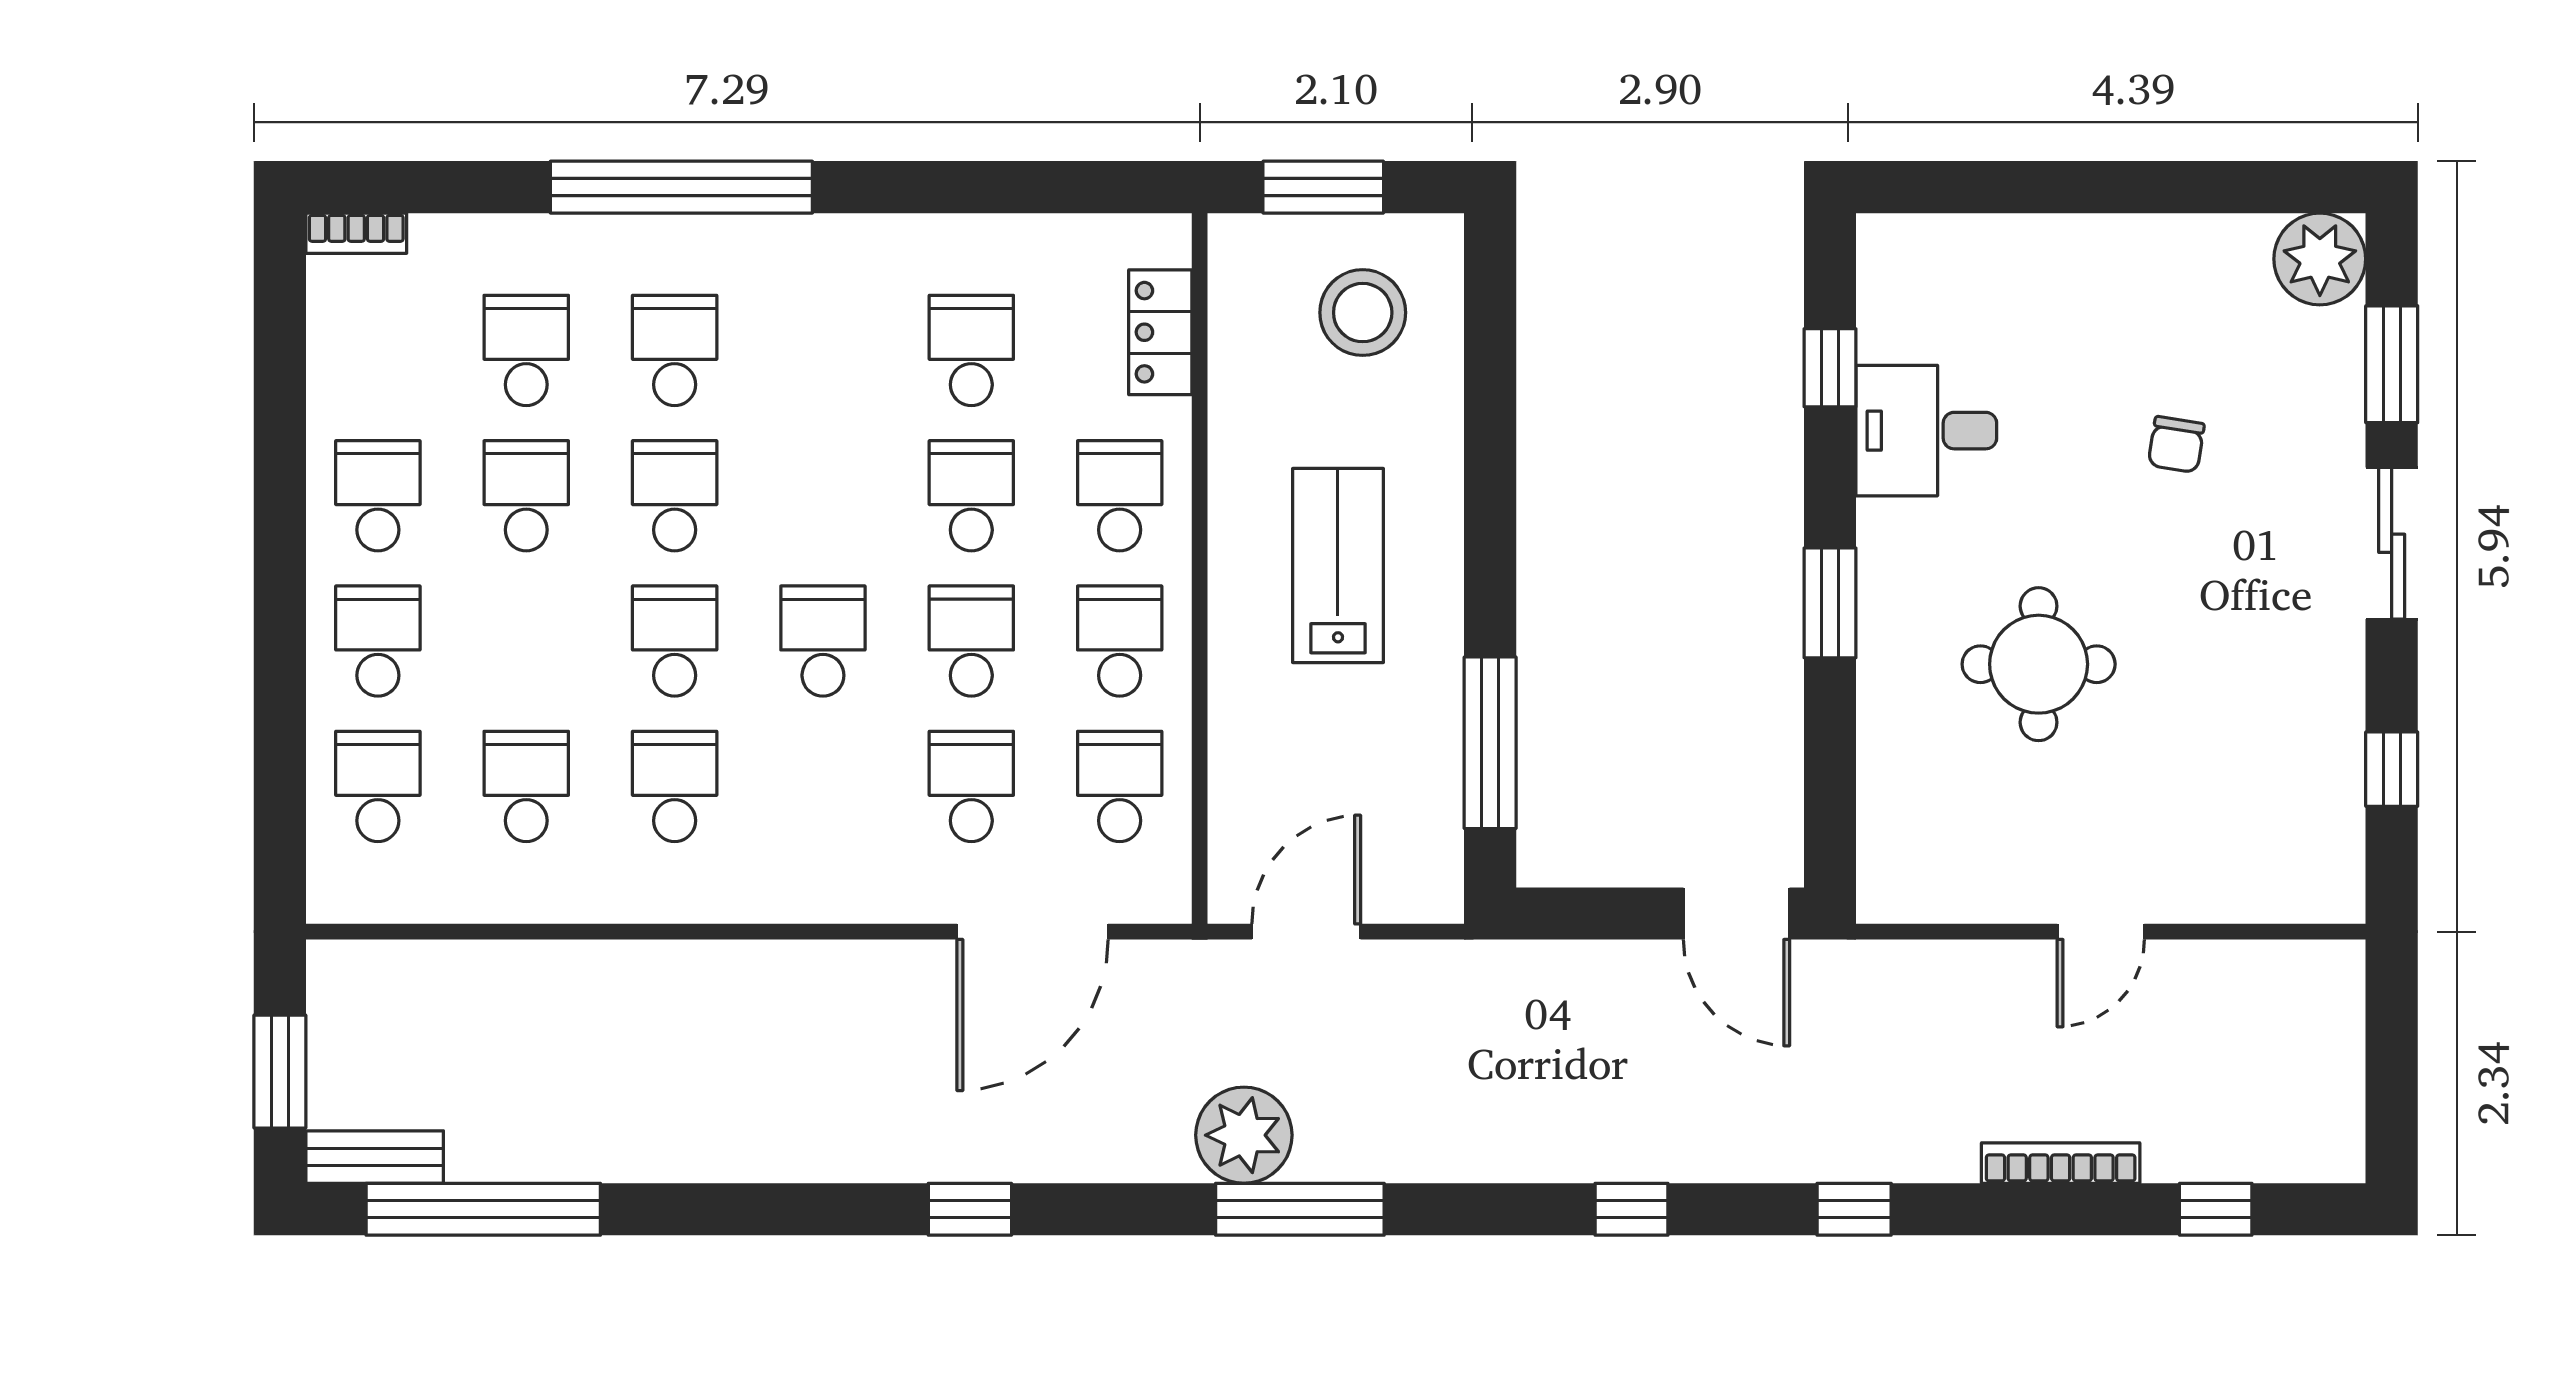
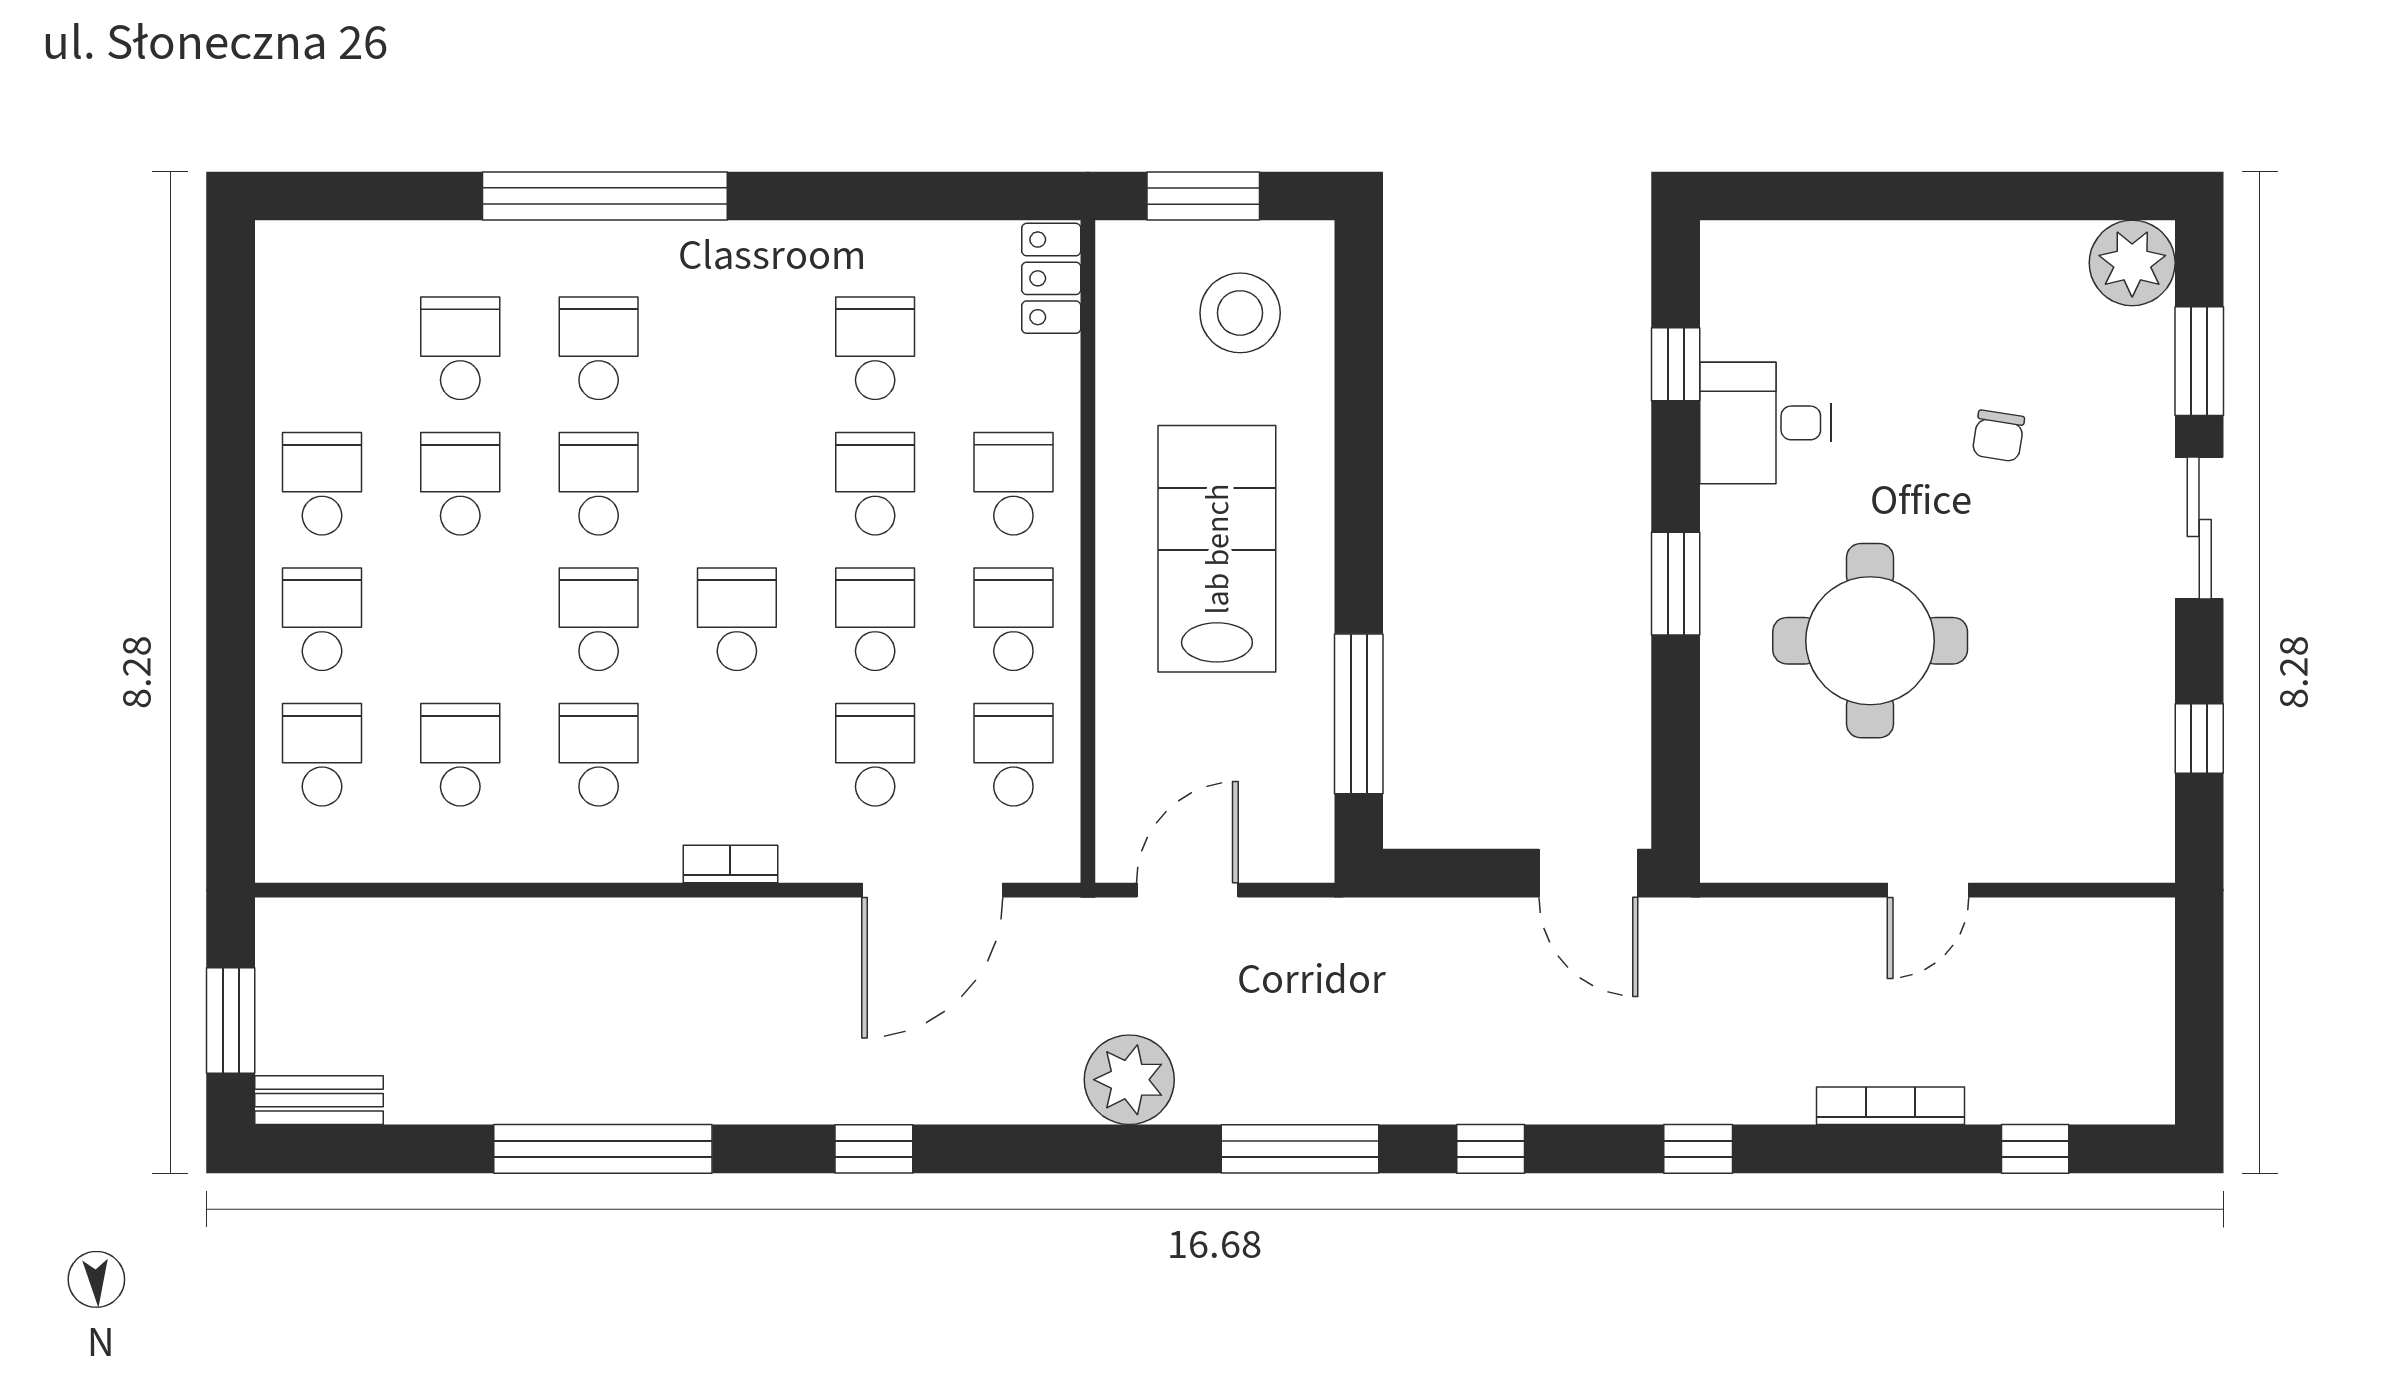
bookcase: (356, 233) -> (730, 864), moved, turned 180
locker: (1160, 332) -> (1051, 278), moved
lab bench: (1338, 565) -> (1217, 549), width x1.36, depth x1.39
round table: (2039, 664) -> (1870, 641), width x1.36, depth x1.36
window: (483, 1209) -> (603, 1149), moved
window: (1300, 1209) -> (1300, 1149), moved

